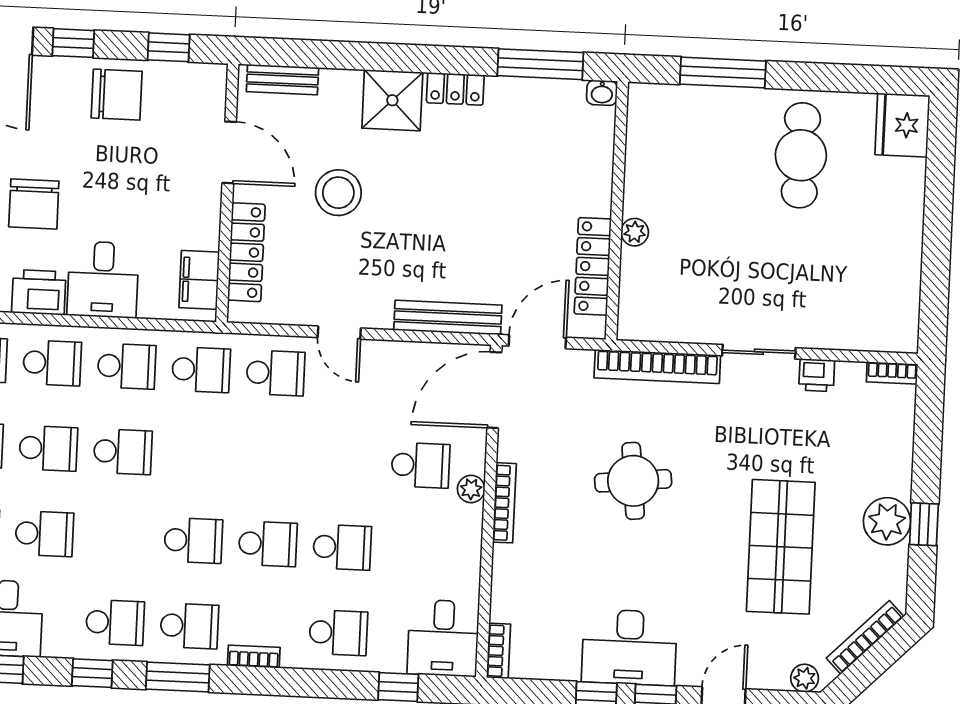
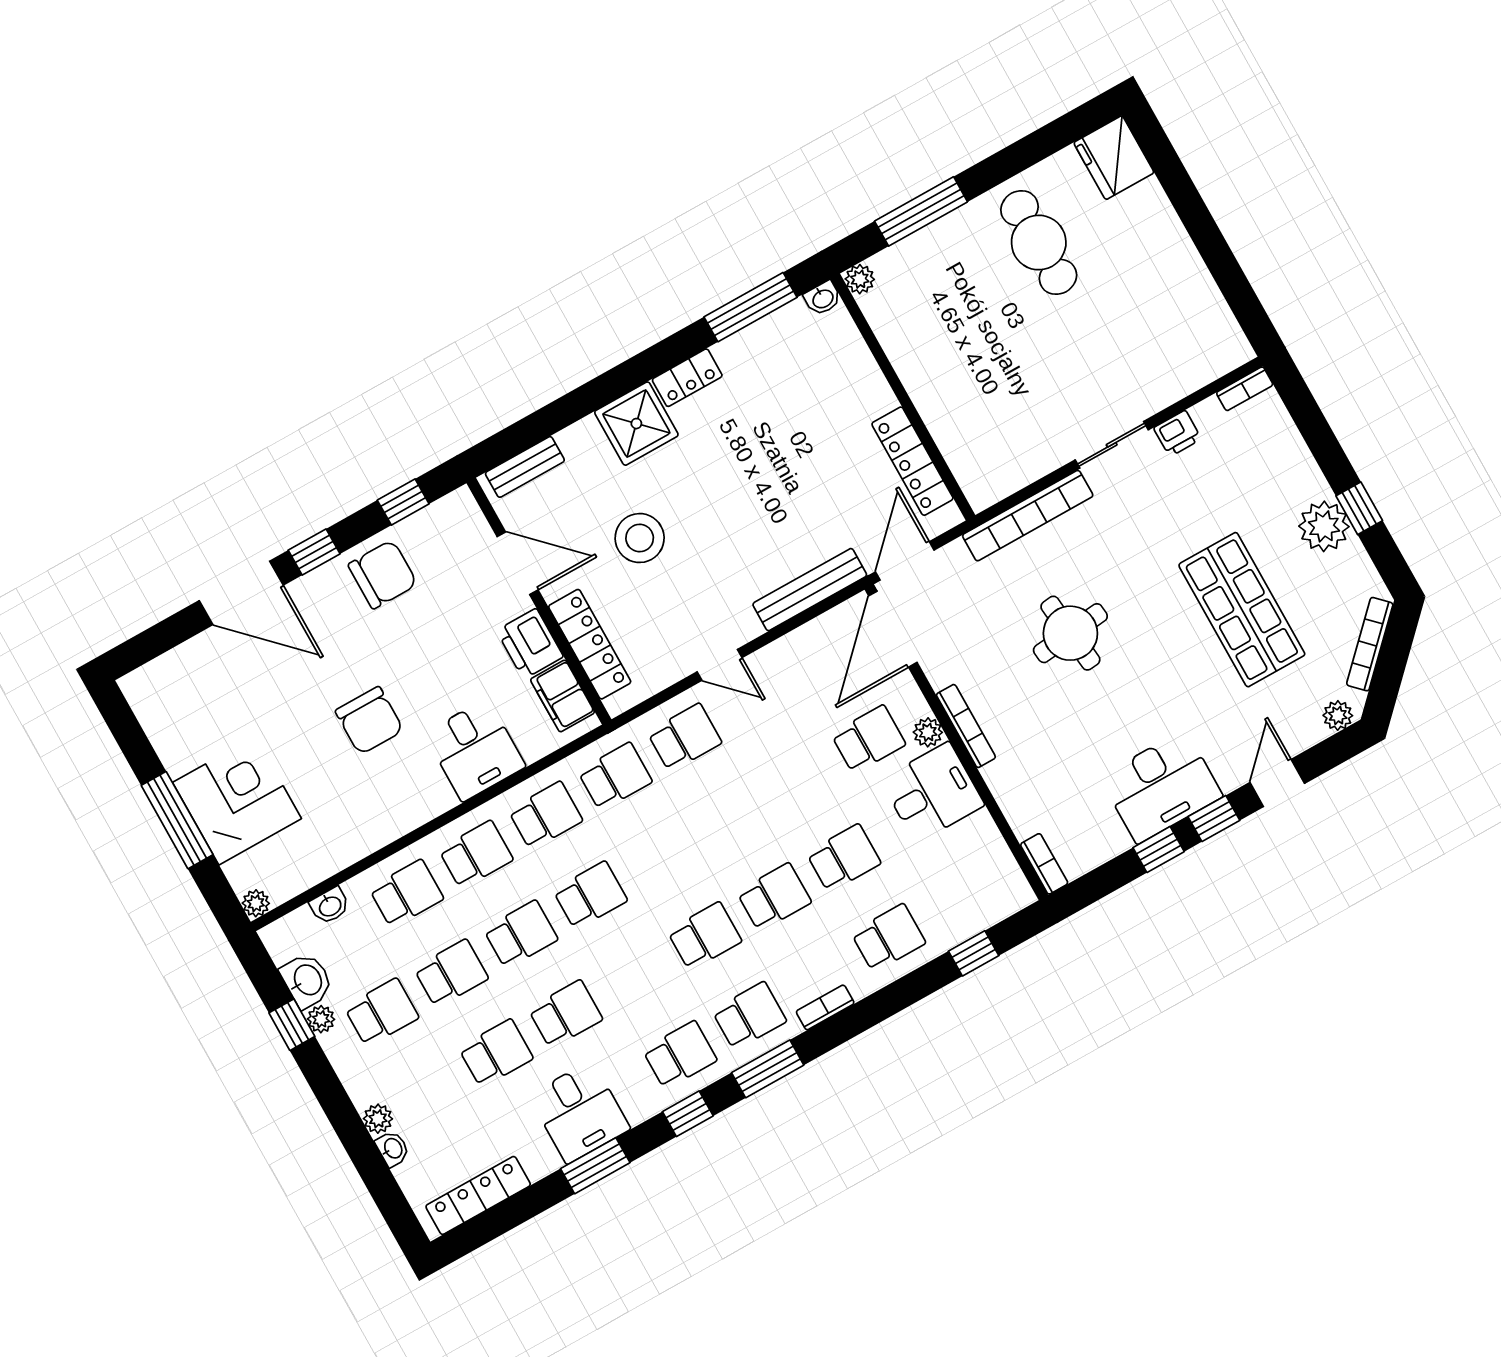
plant: (635, 232) -> (860, 279), moved
printer: (39, 292) -> (530, 644), moved, turned -90
desk: (443, 638) -> (932, 792), moved, turned -90

